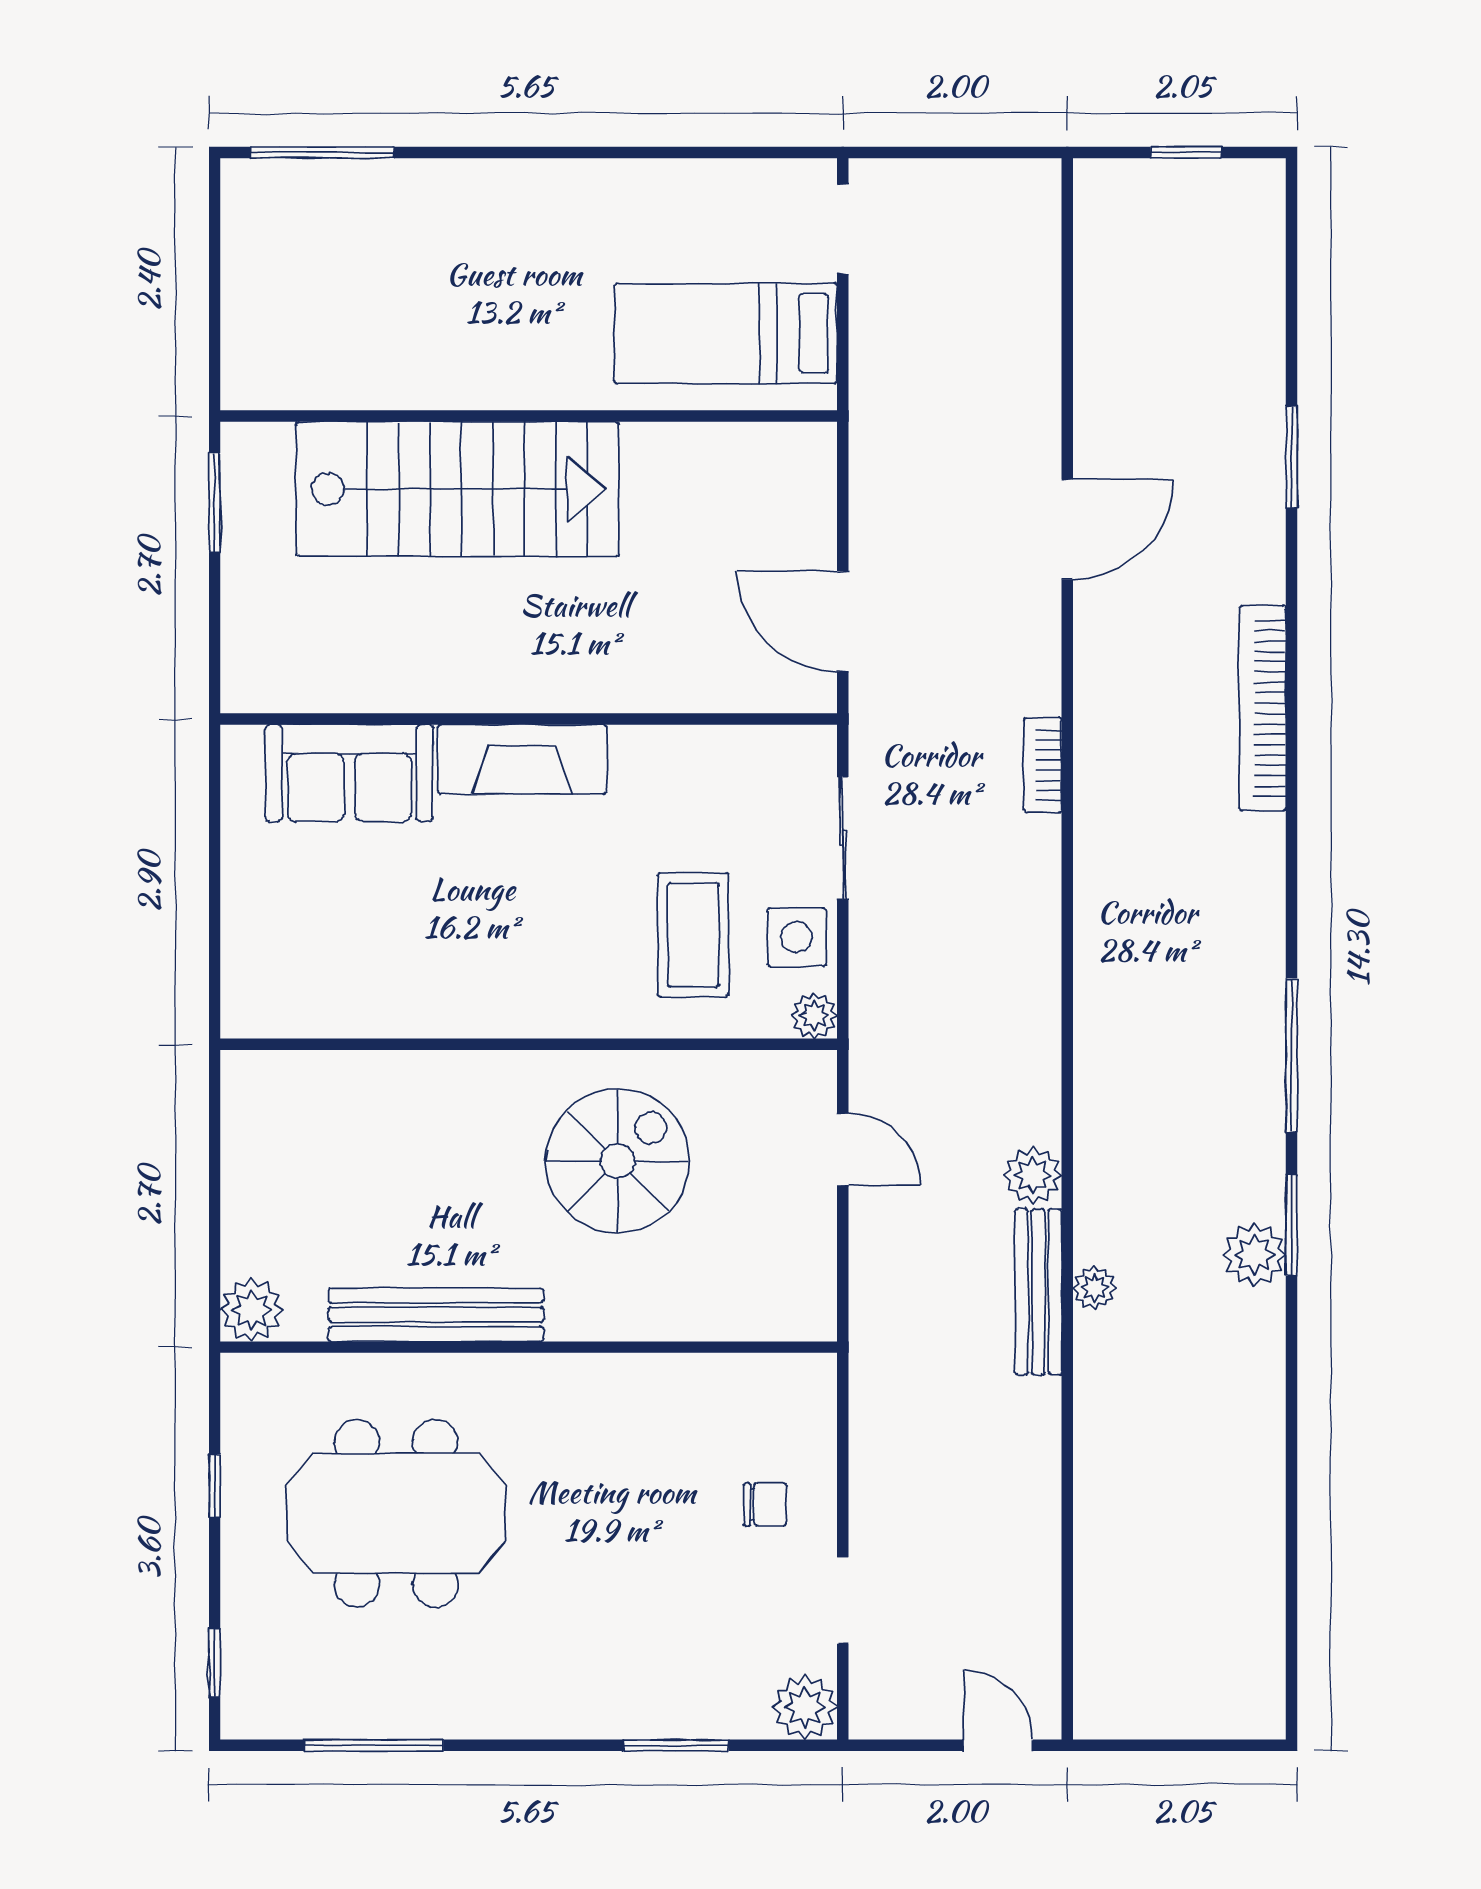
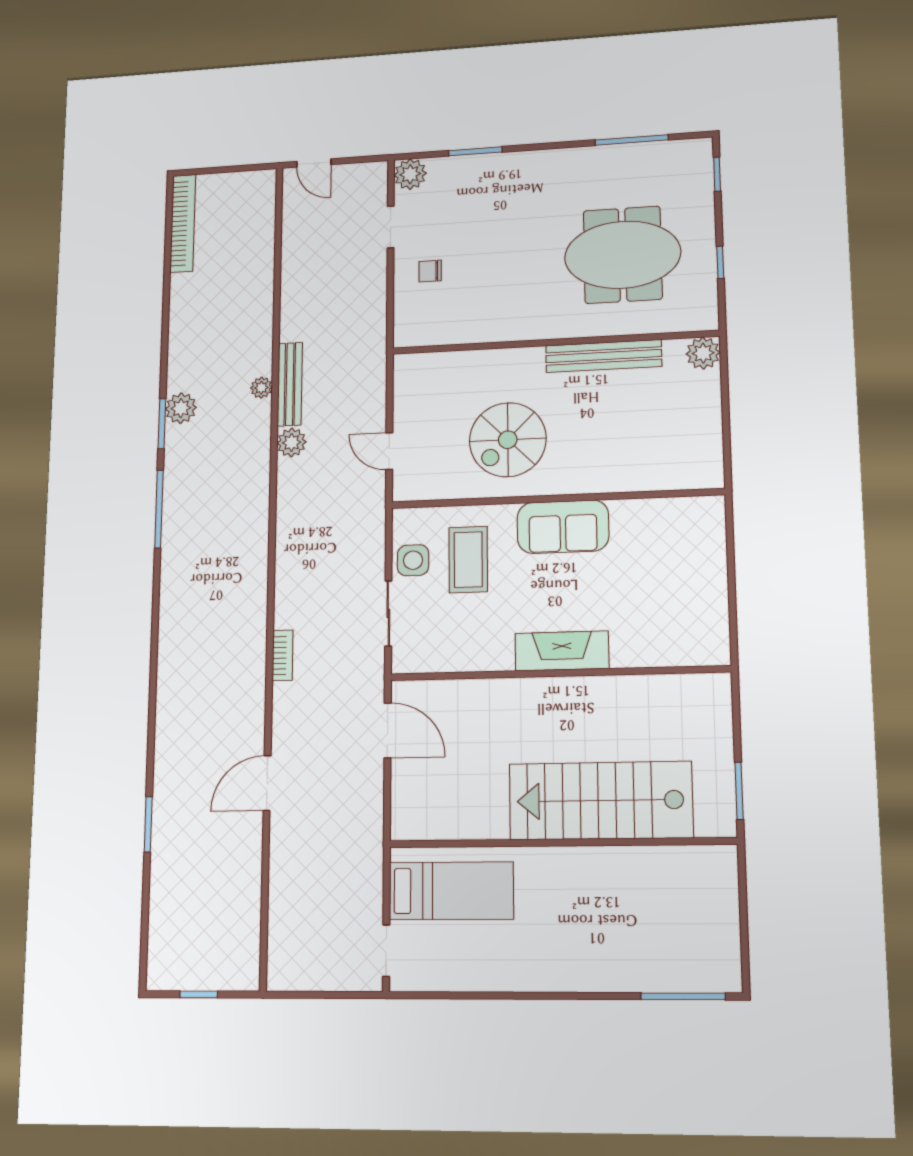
bookcase: (1263, 708) -> (183, 223), moved
sofa: (349, 773) -> (563, 527), moved, turned 180
plant: (814, 1016) -> (404, 520), removed

